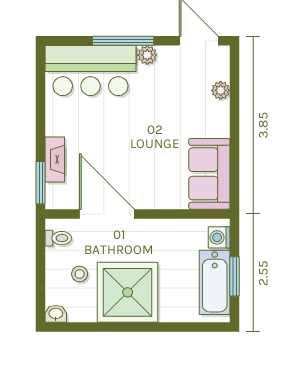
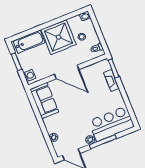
door: (107, 214) -> (67, 72), moved
bathtub: (215, 282) -> (29, 42), moved, turned 90

